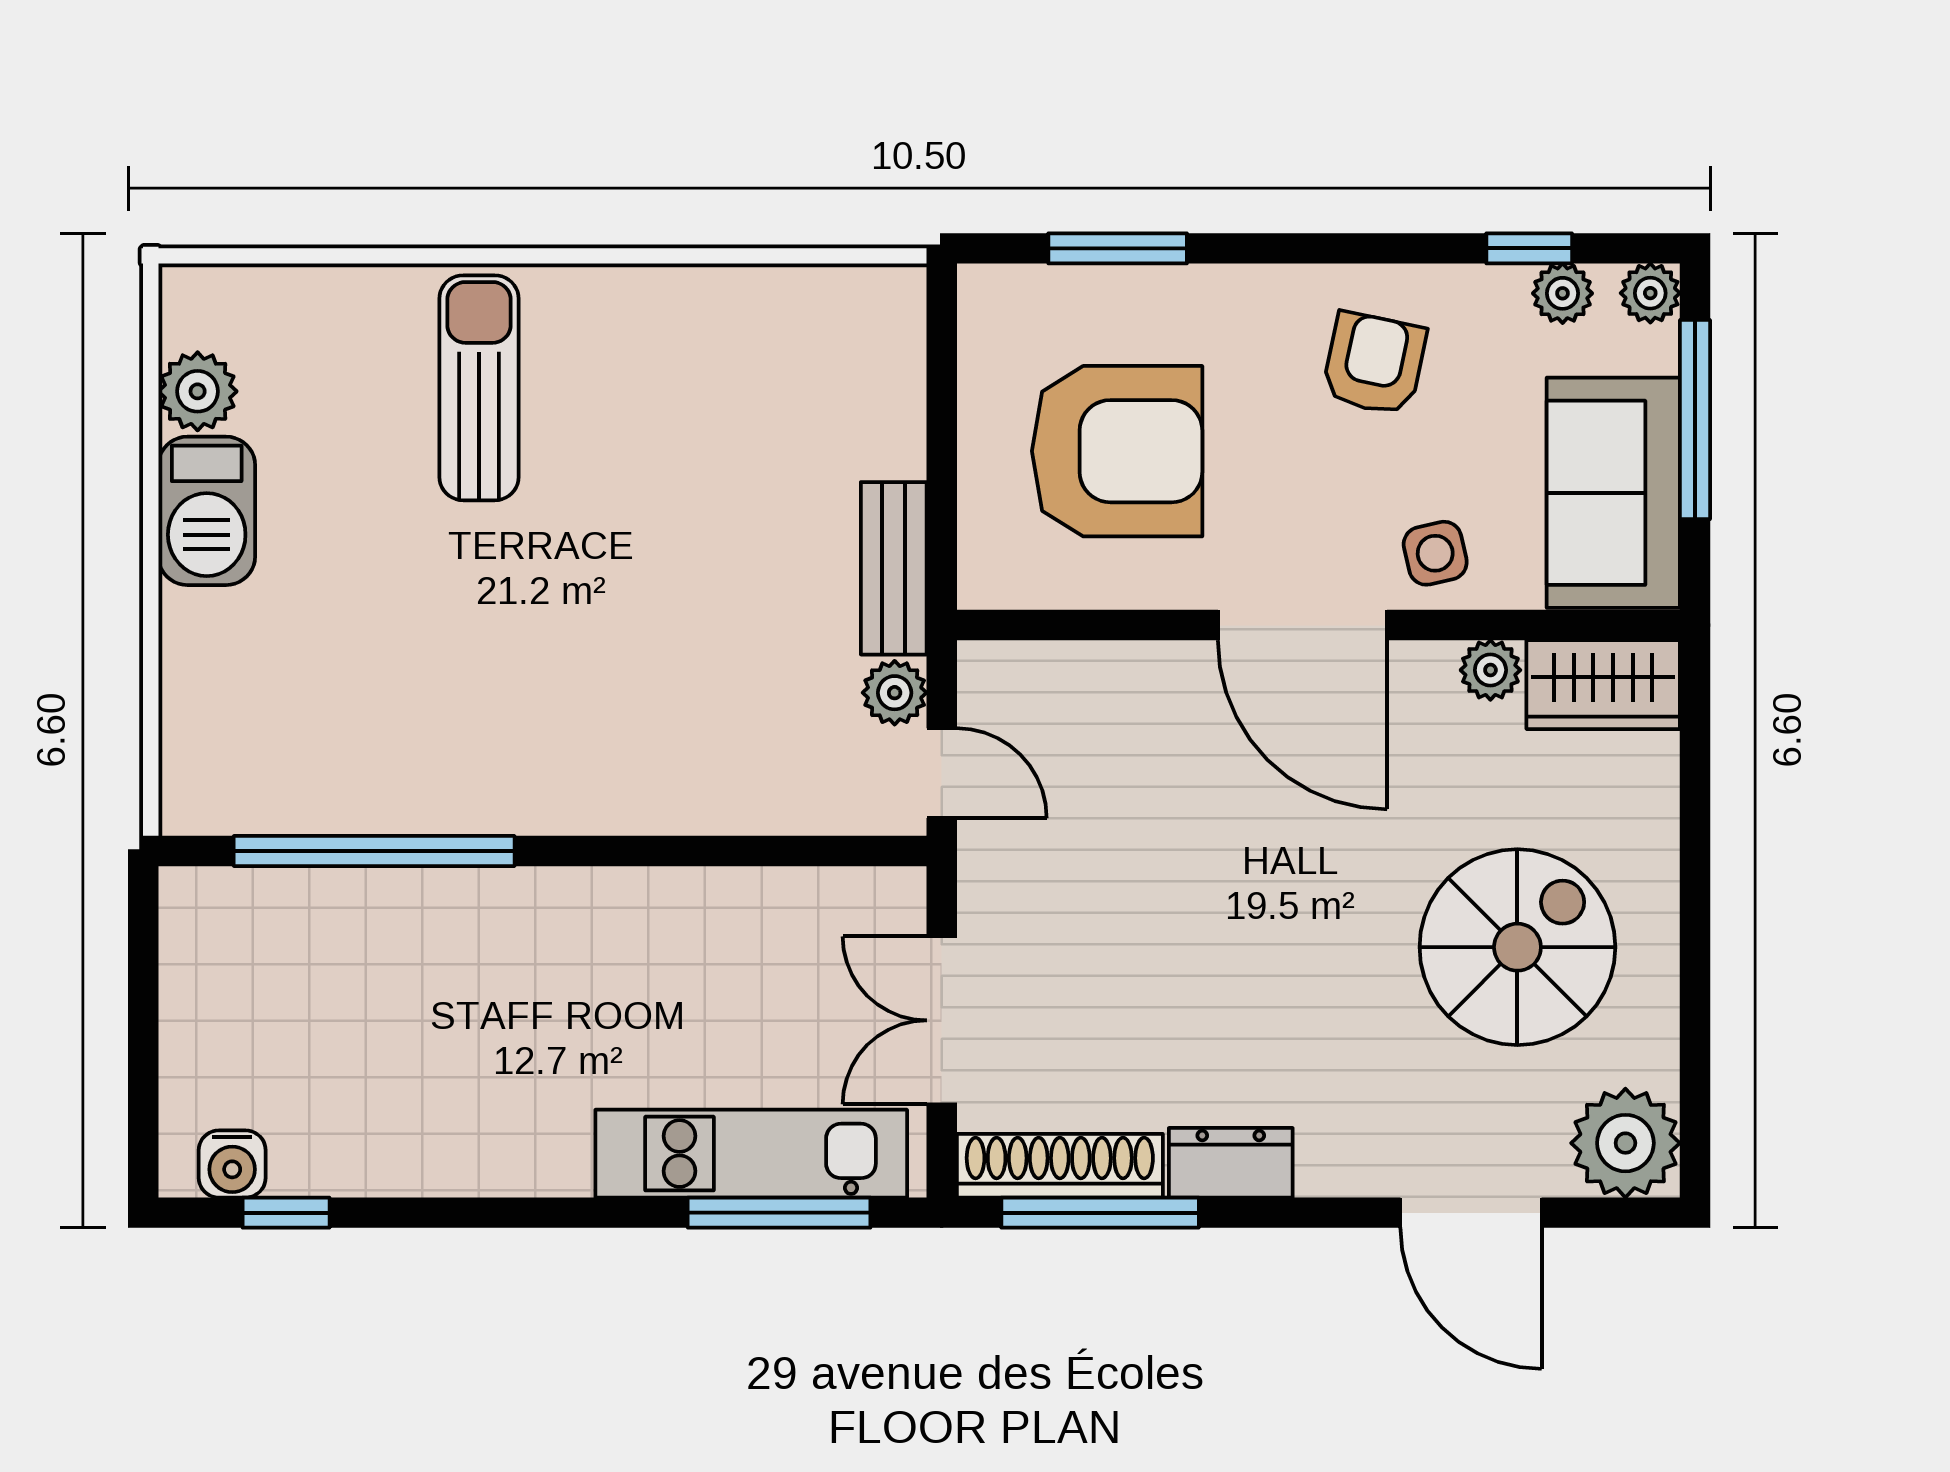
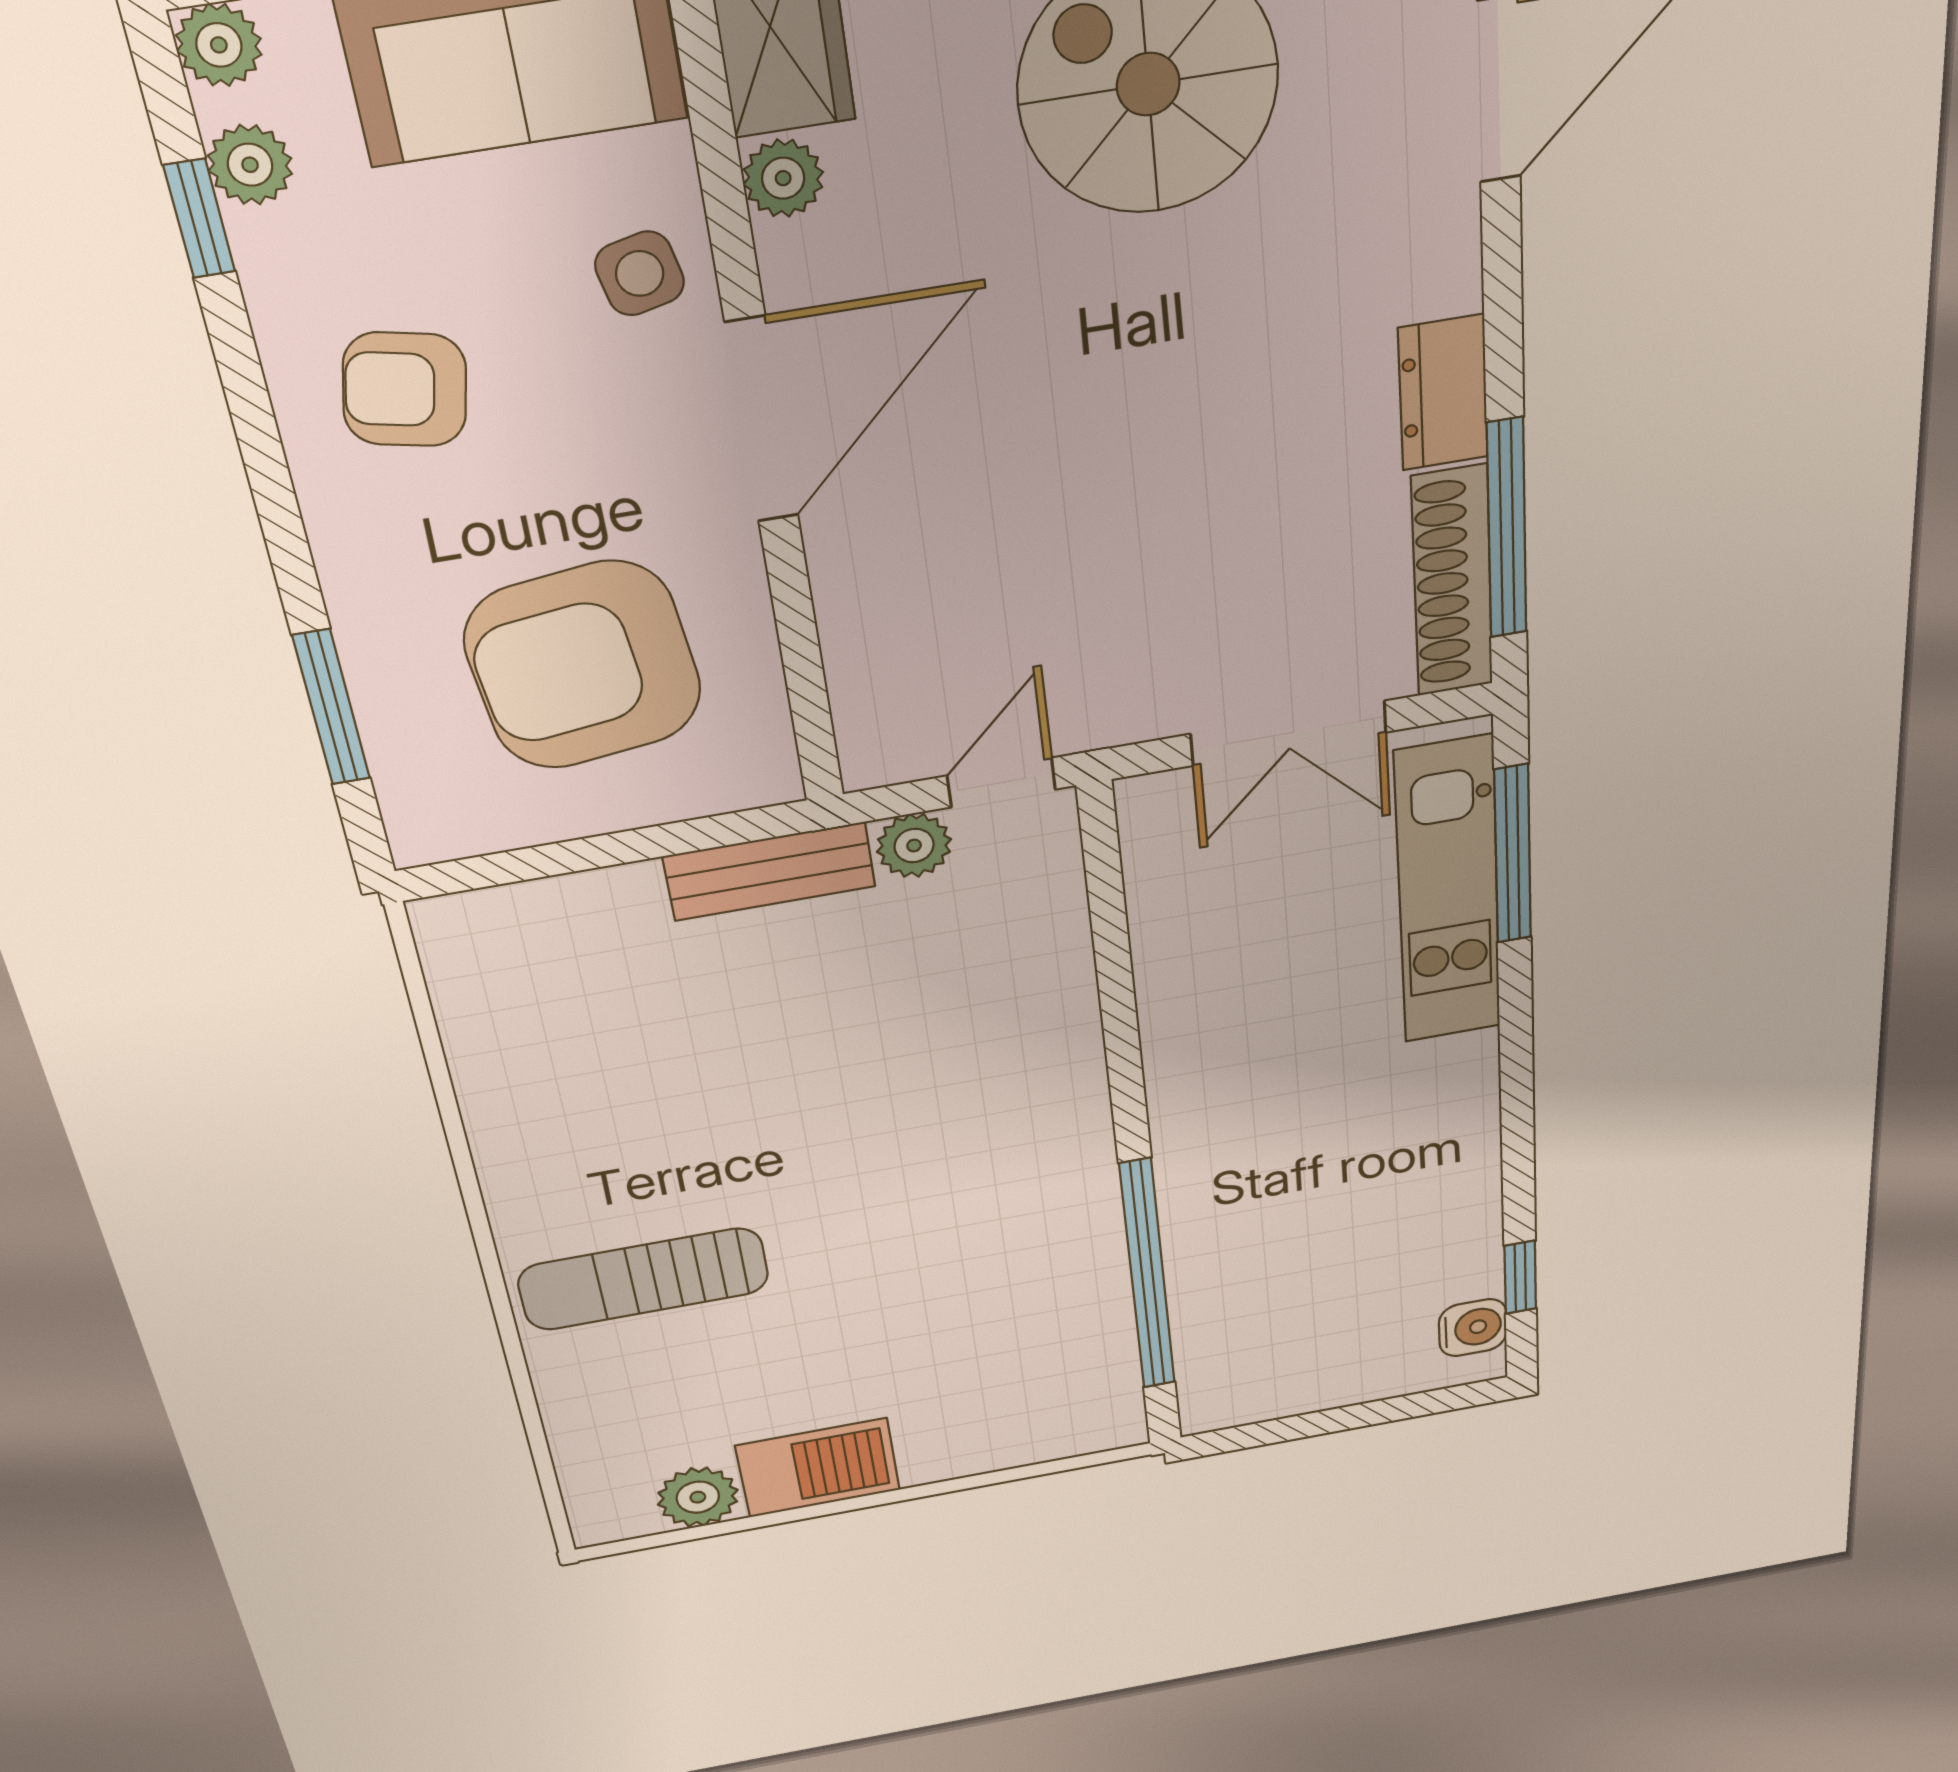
armchair: (1117, 451) -> (583, 666), turned -97

